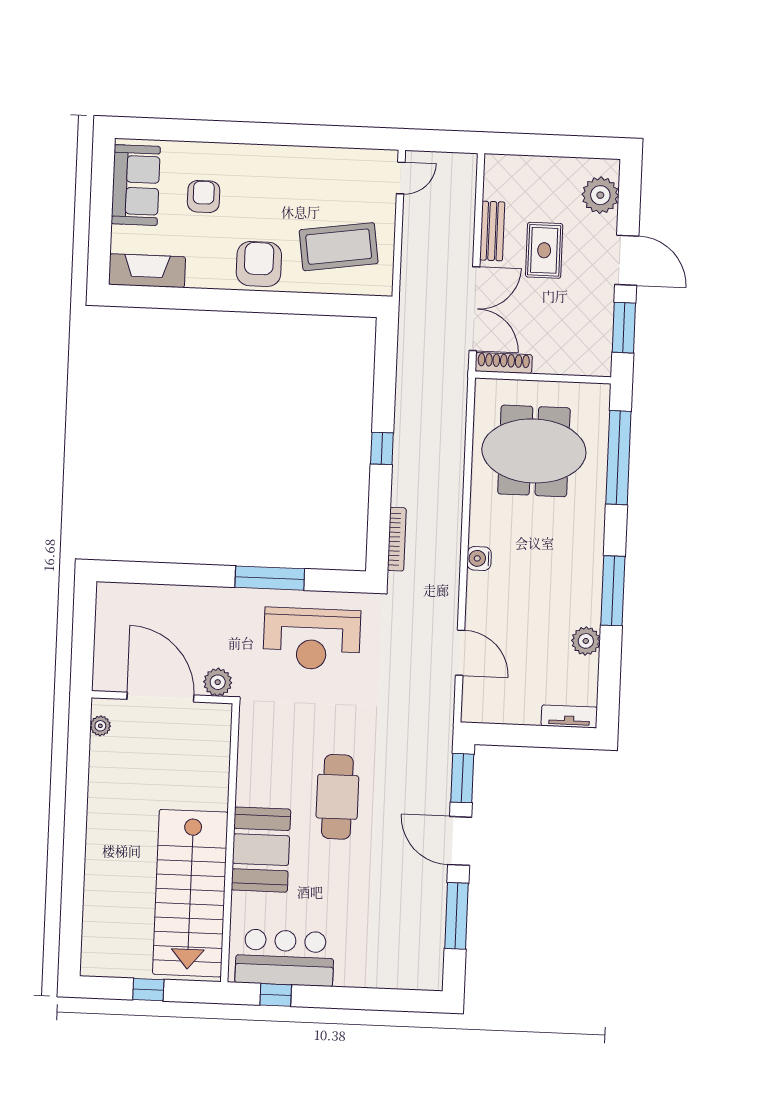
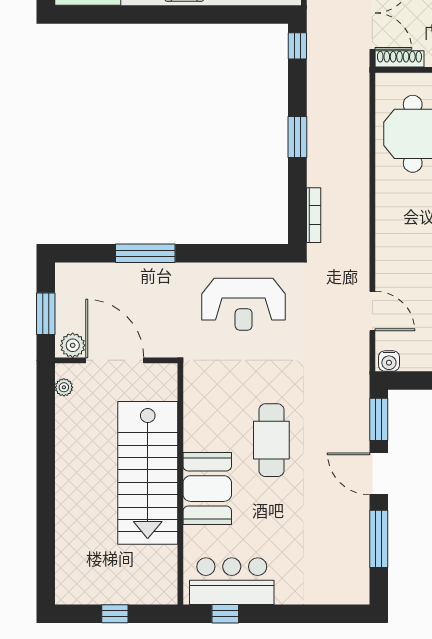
window: (386, 343) -> (297, 46), added
window: (382, 448) -> (297, 137), width x1.50
water cooler: (479, 558) -> (389, 361), moved, turned -90
window: (270, 578) -> (145, 253), moved
window: (83, 640) -> (46, 314), added
plant: (218, 682) -> (73, 345), moved
stairs: (190, 893) -> (148, 473), moved

